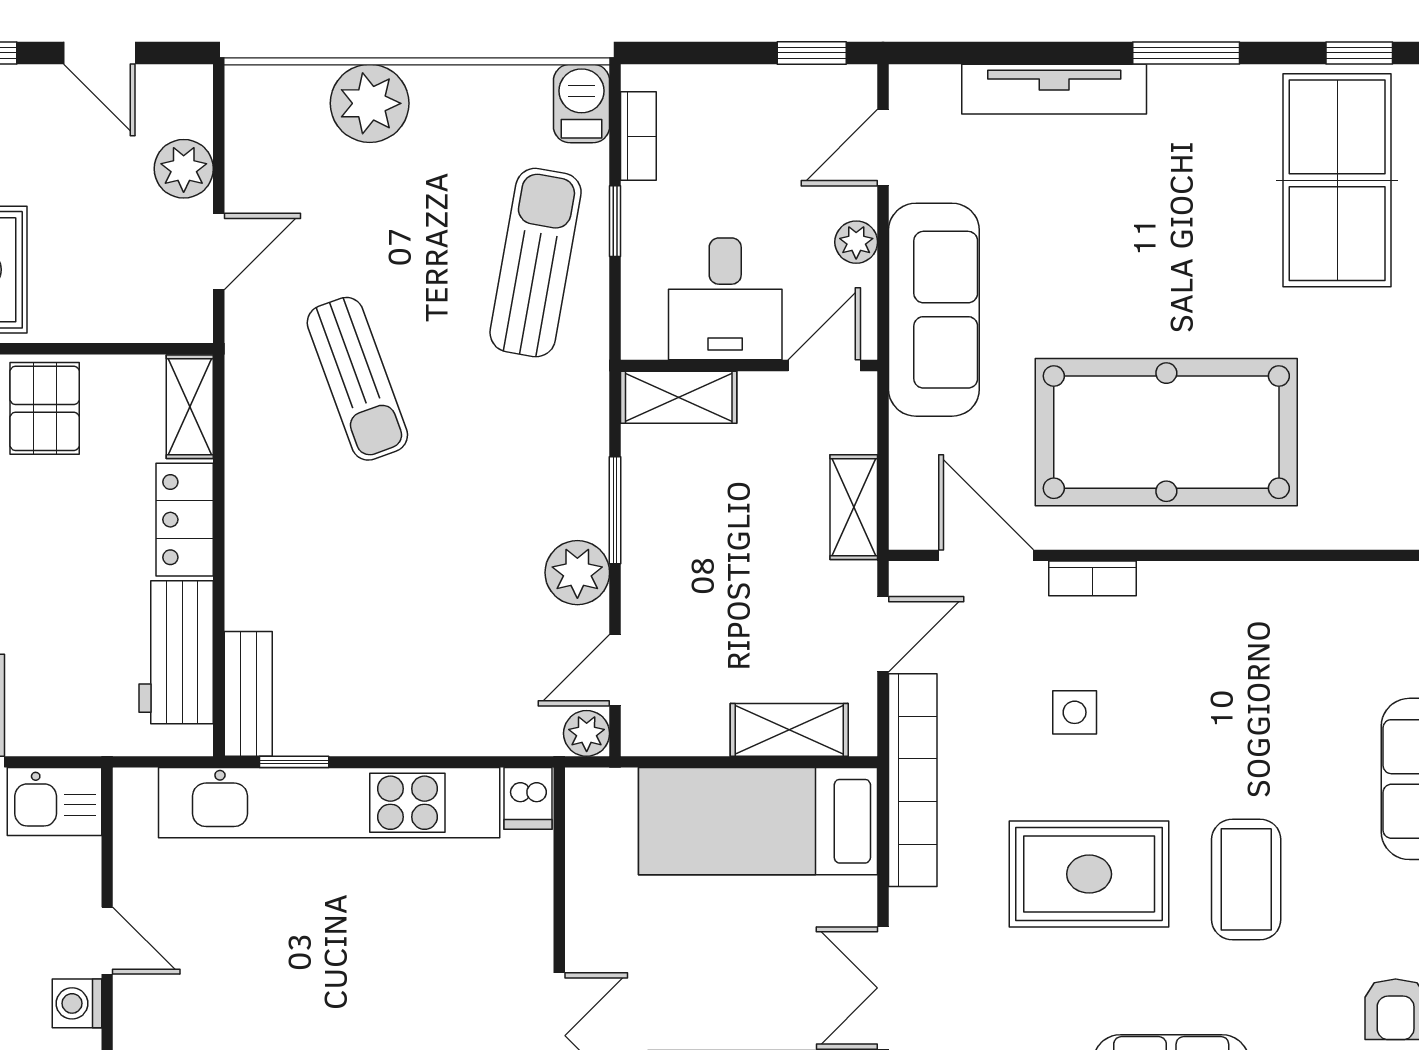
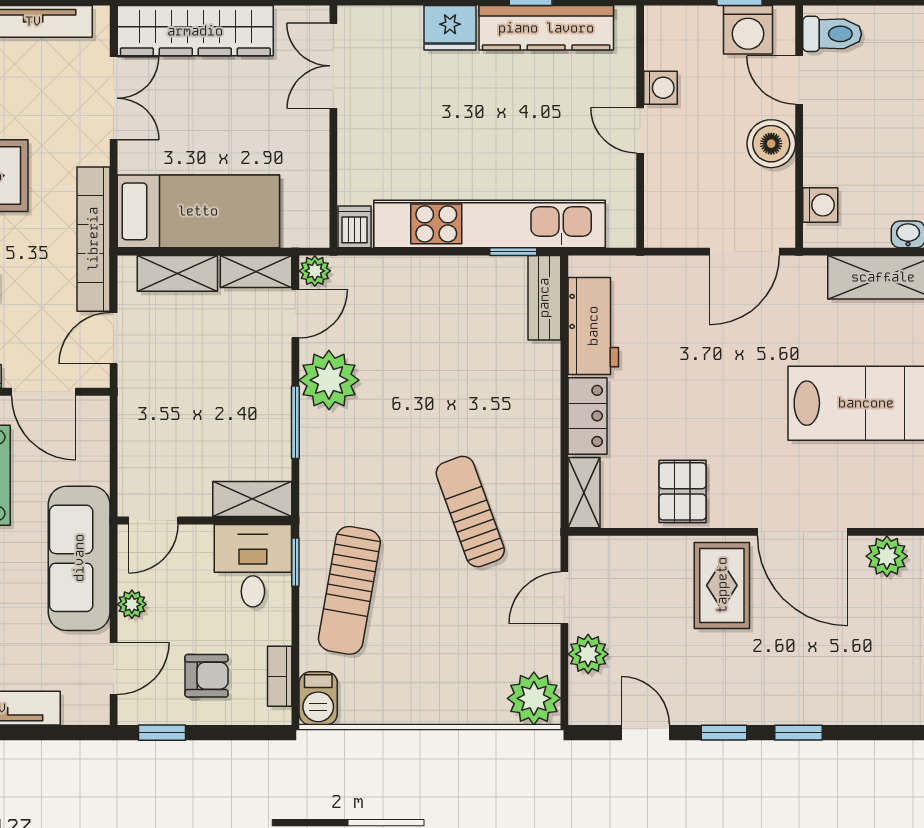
plant: (370, 103) -> (534, 698), moved
armchair: (746, 137) -> (207, 676), added
window: (615, 221) -> (295, 562), moved
desk: (725, 299) -> (253, 566), moved
shelving: (854, 507) -> (256, 271), moved, turned 90
plant: (577, 573) -> (329, 380), width x1.36, depth x1.36
kitchen sink: (54, 802) -> (676, 225), removed

